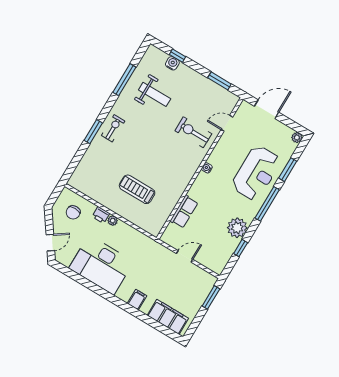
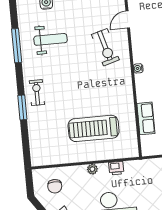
exercise bike: (193, 132) -> (105, 47), turned -106
treadmill: (137, 189) -> (94, 128), width x1.37, depth x1.38
printer: (101, 215) -> (116, 168), moved

